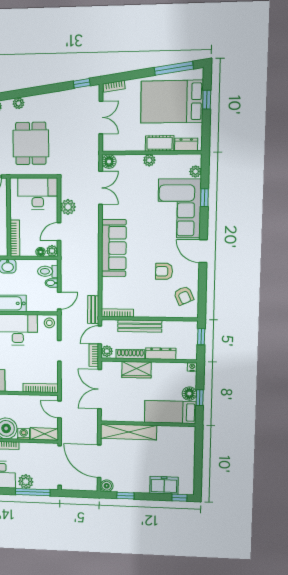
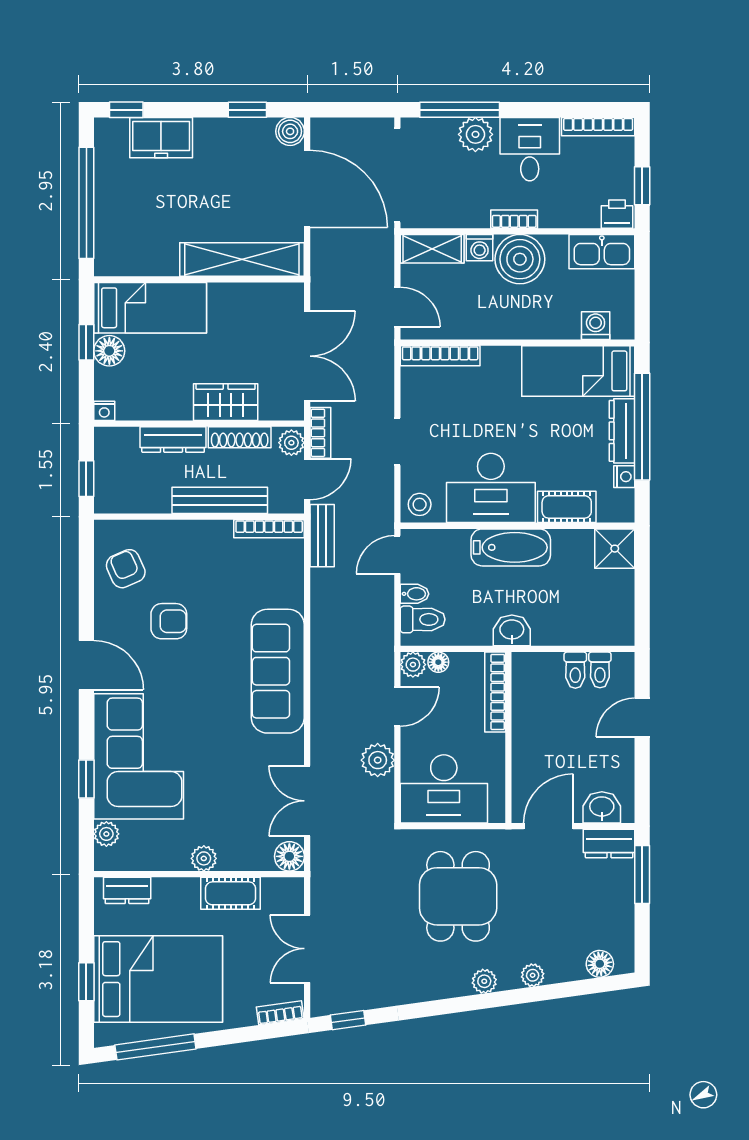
cot: (160, 143) -> (231, 893), moved
window: (198, 458) -> (86, 203), added

